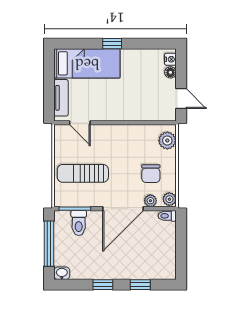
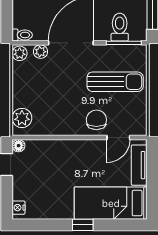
floor lamp: (170, 72) -> (19, 146), moved
door: (80, 123) -> (118, 138), swing flipped
chair: (151, 174) -> (96, 120), moved

